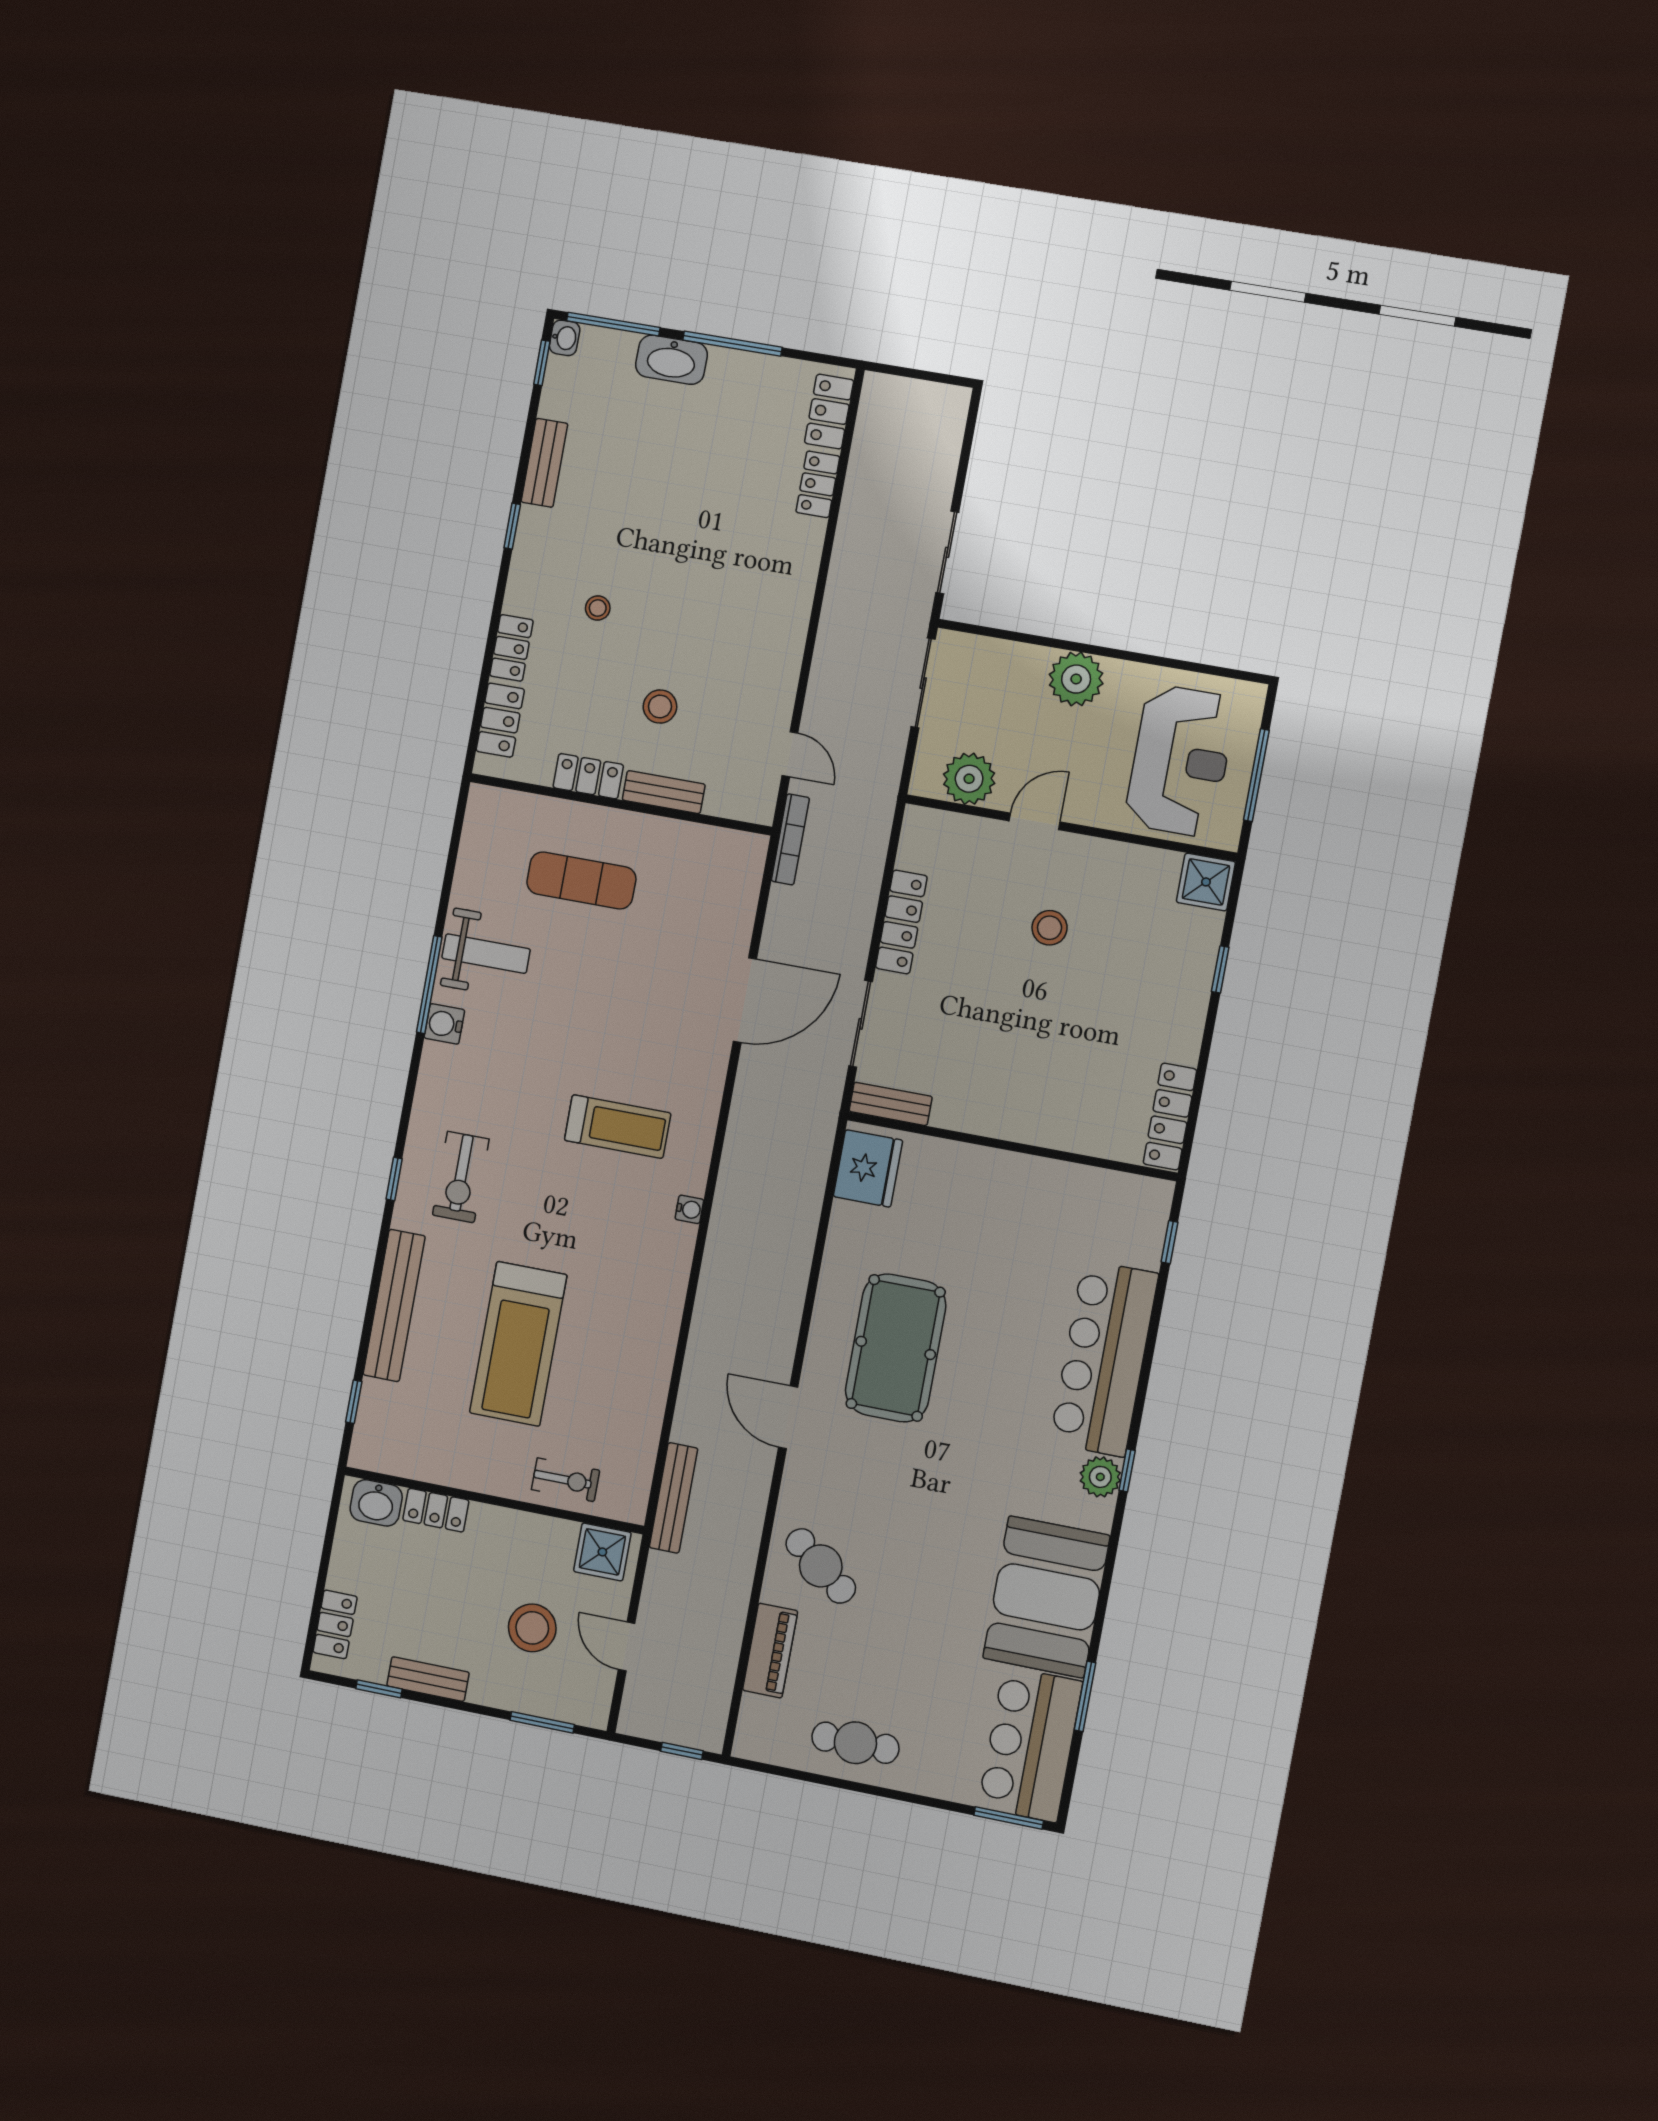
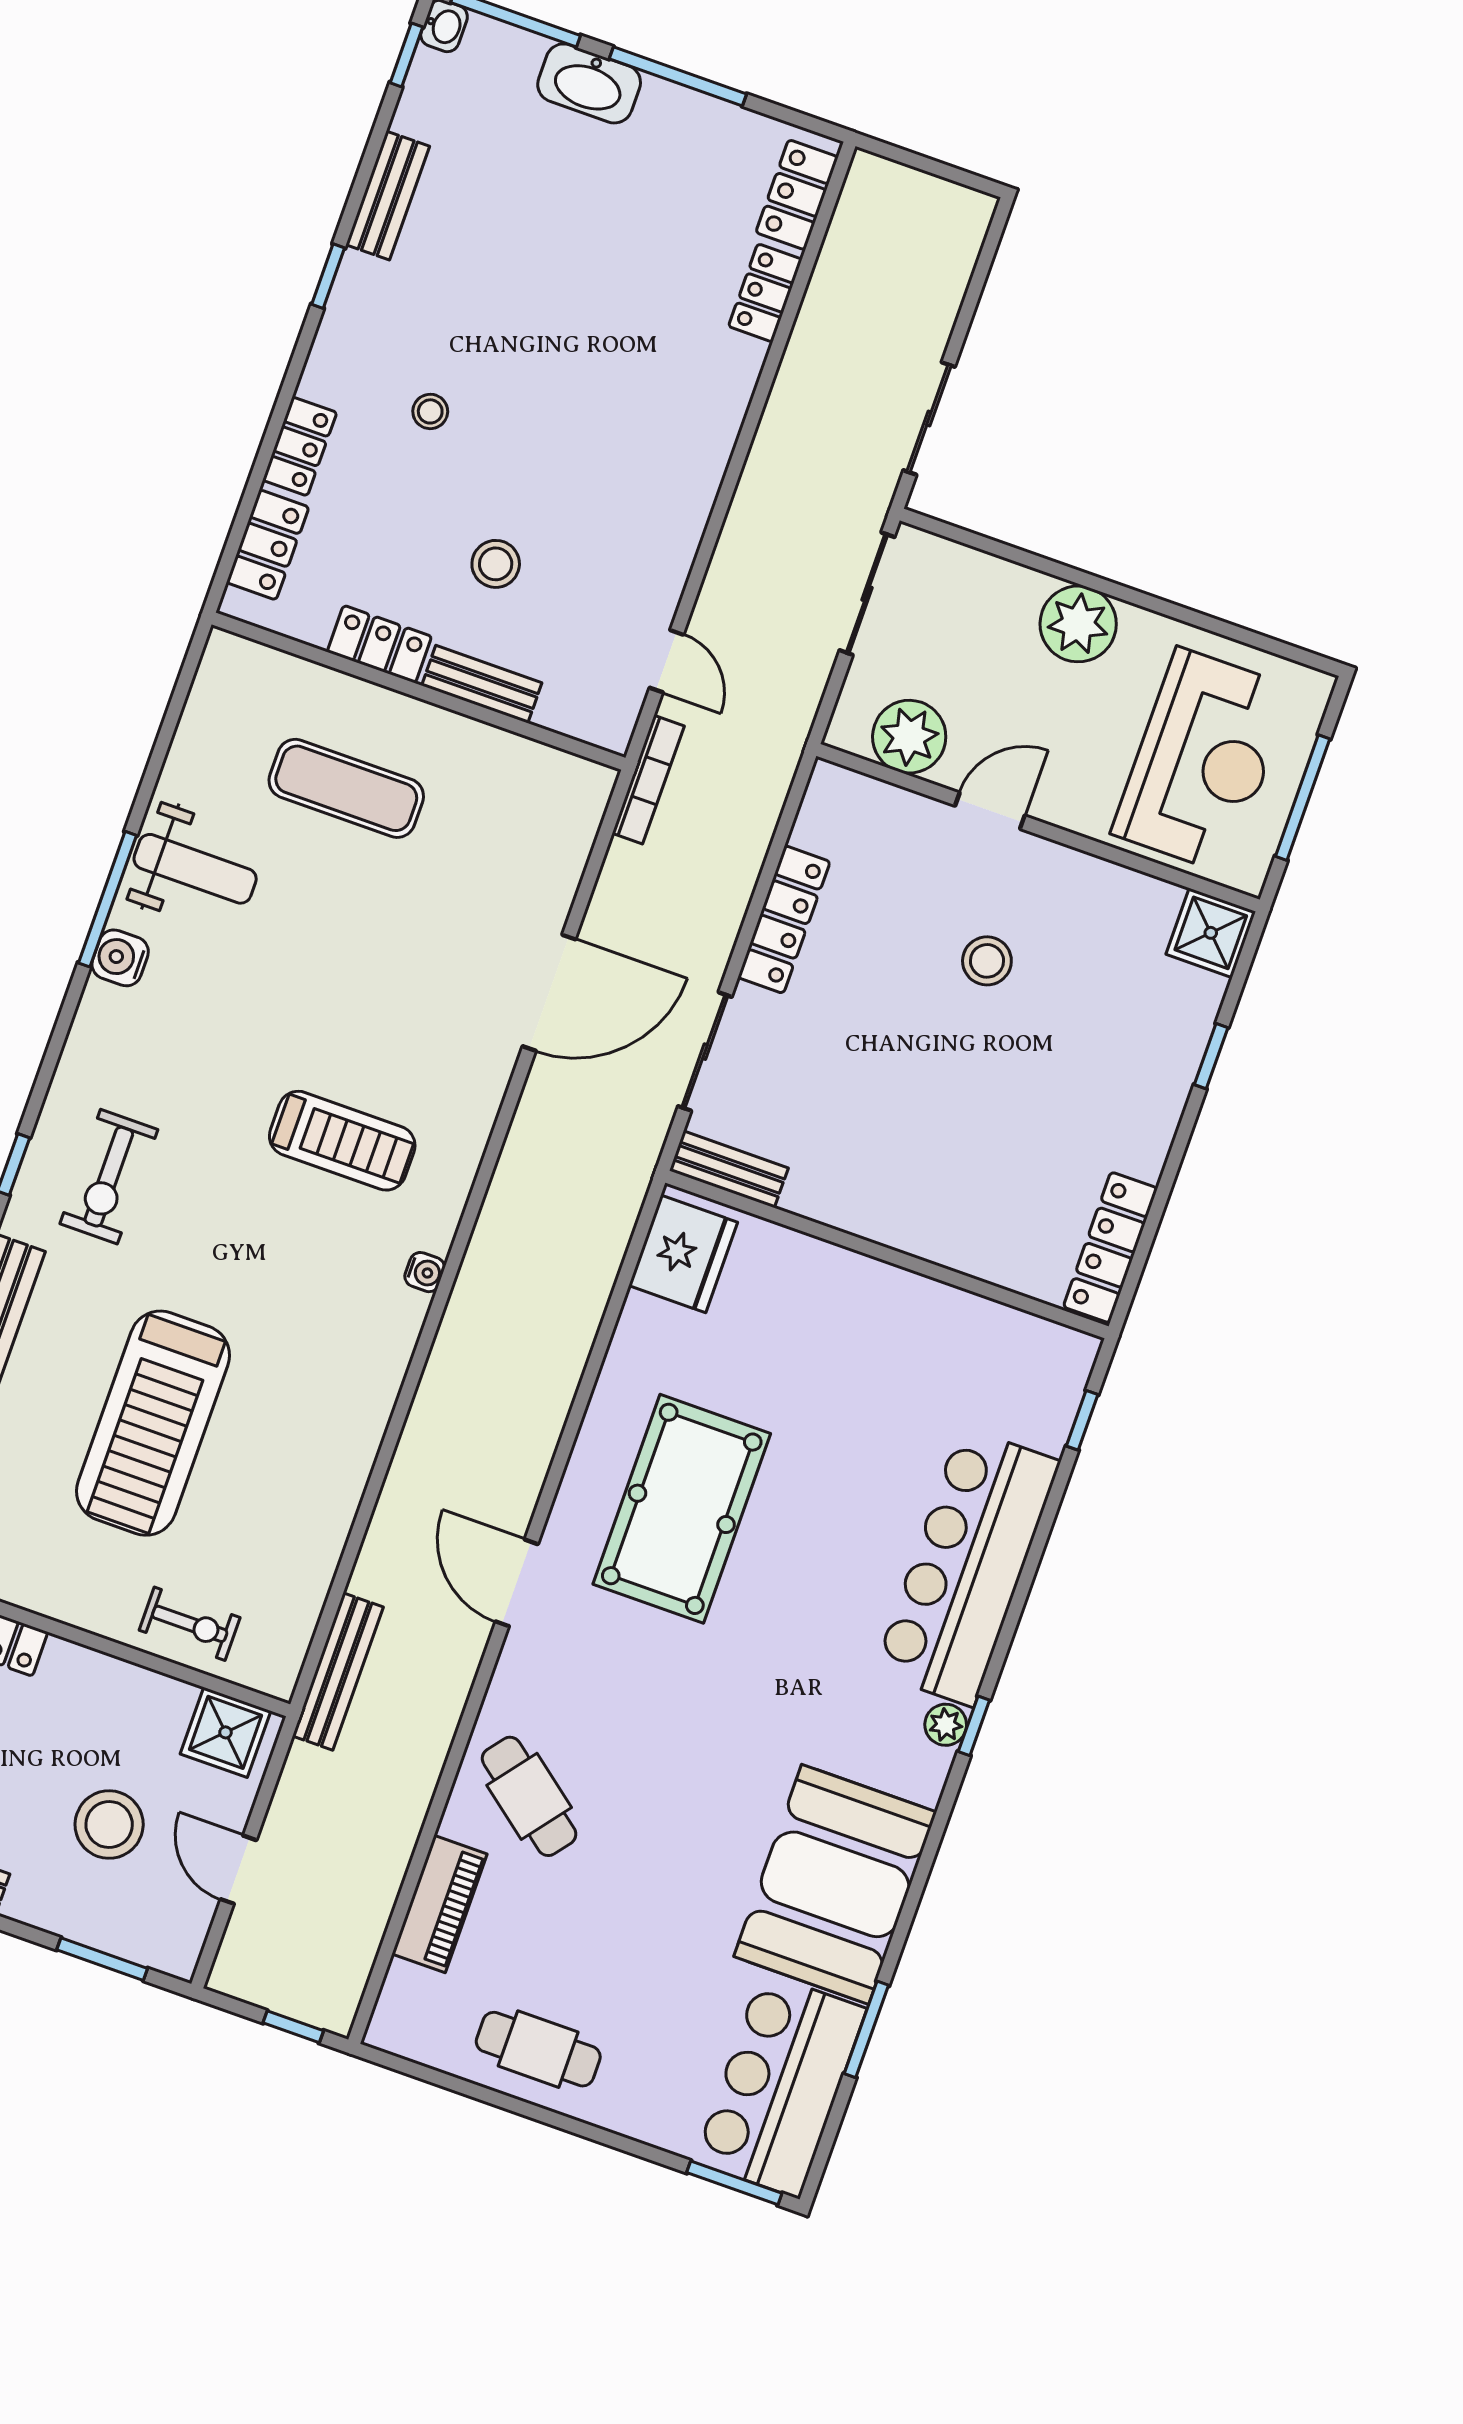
plant: (1100, 1477) -> (946, 1725), width x0.73, depth x0.73

